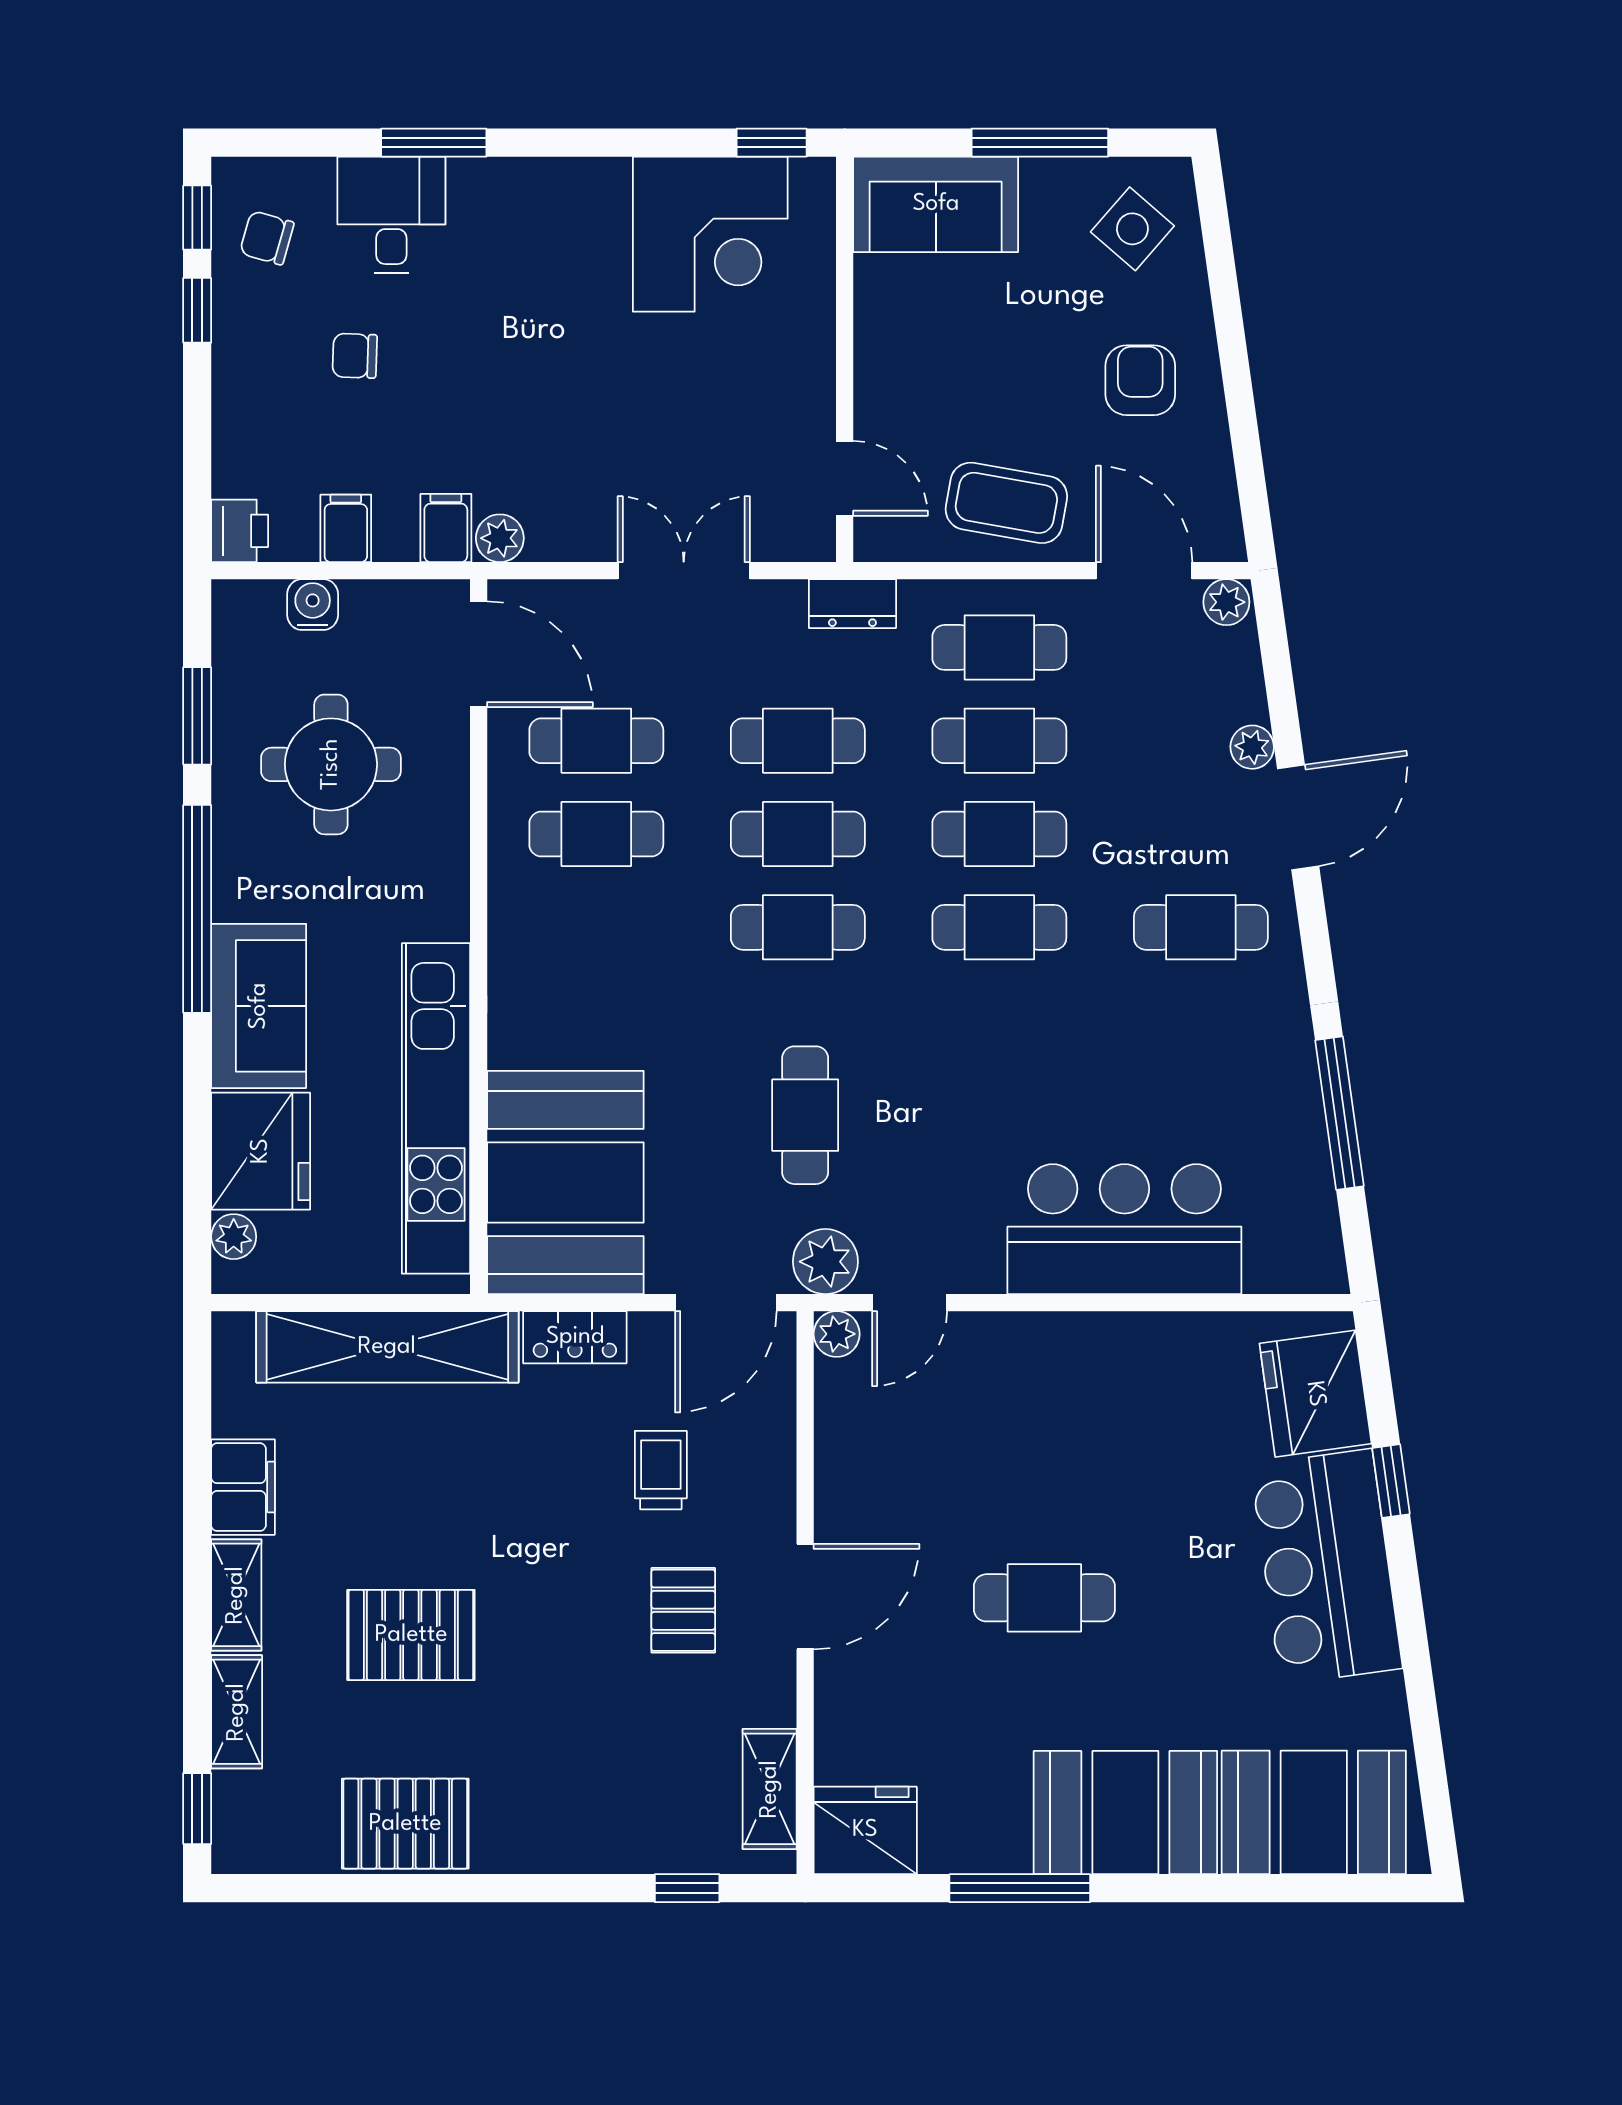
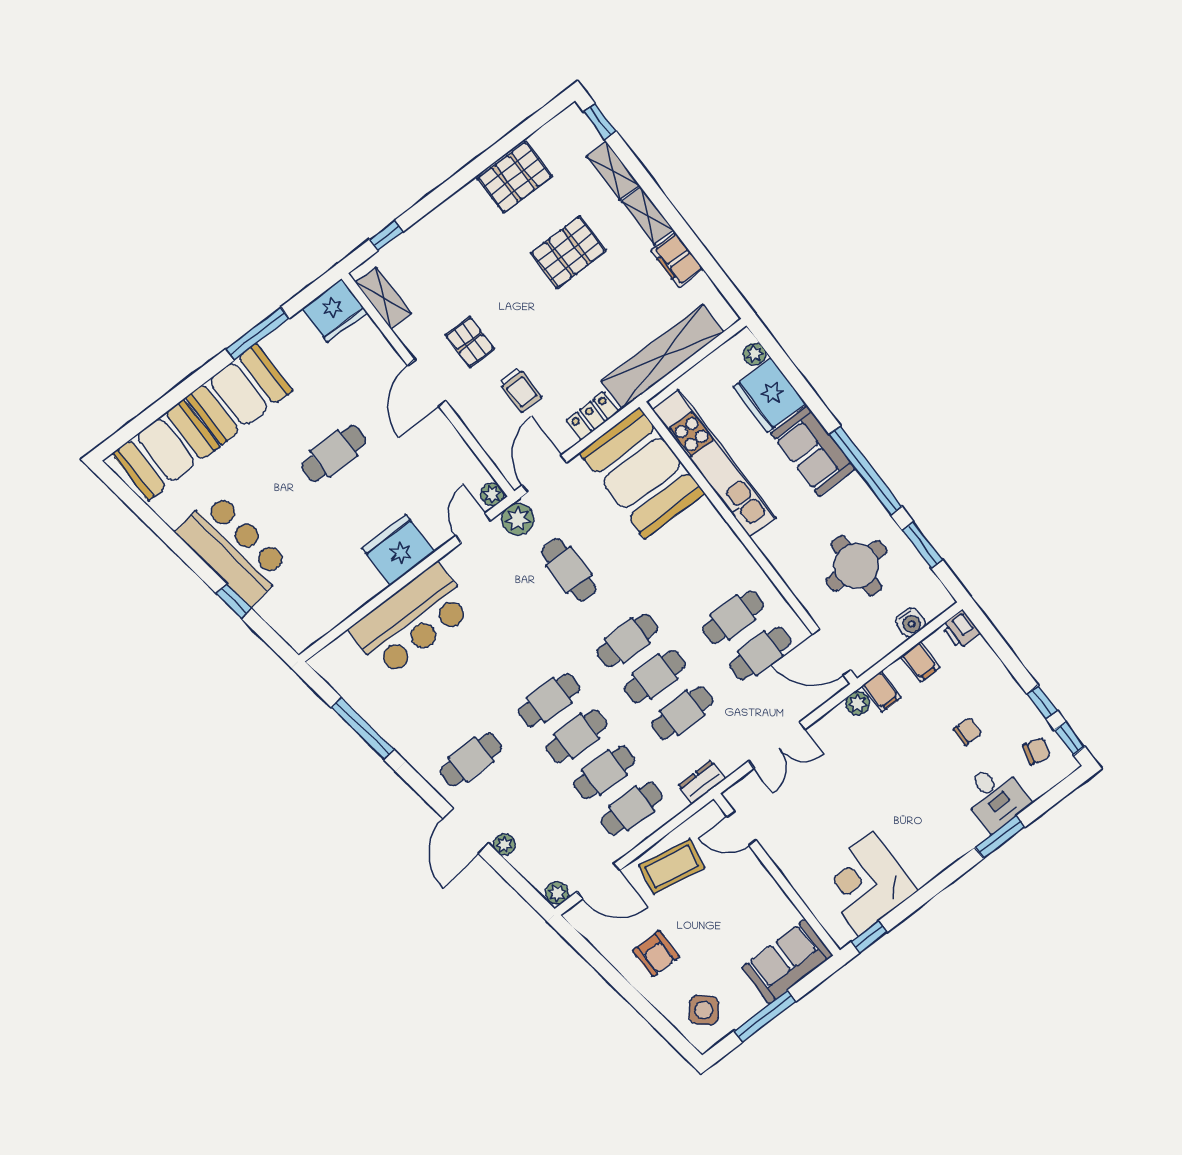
fridge: (1315, 1394) -> (398, 550), moved, turned -82

